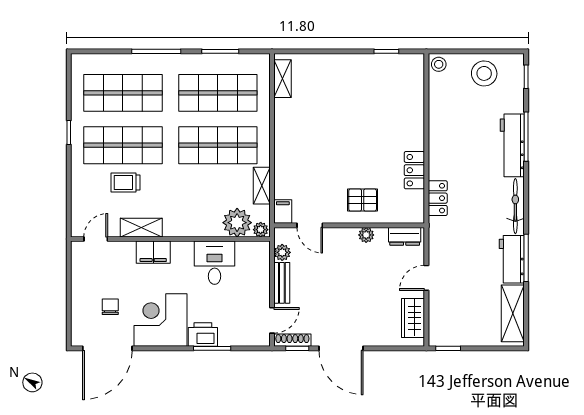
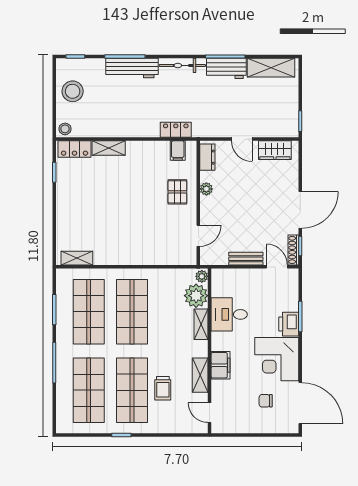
shelving: (416, 117) -> (109, 148), added
locker: (414, 170) -> (75, 149), moved
shelving: (262, 186) -> (201, 324), moved, turned 90
filing cabinet: (283, 212) -> (178, 151), moved, turned -90
plant: (282, 252) -> (221, 258), removed

